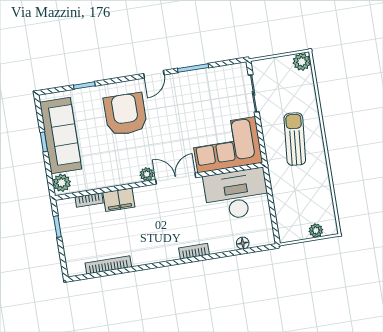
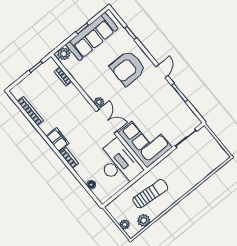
plant: (302, 62) -> (144, 220), moved
door: (154, 74) -> (162, 71), swing flipped
armchair: (125, 114) -> (128, 68), turned 180
sun lounger: (295, 139) -> (150, 194), moved
filing cabinet: (119, 200) -> (58, 140), moved, turned 180

